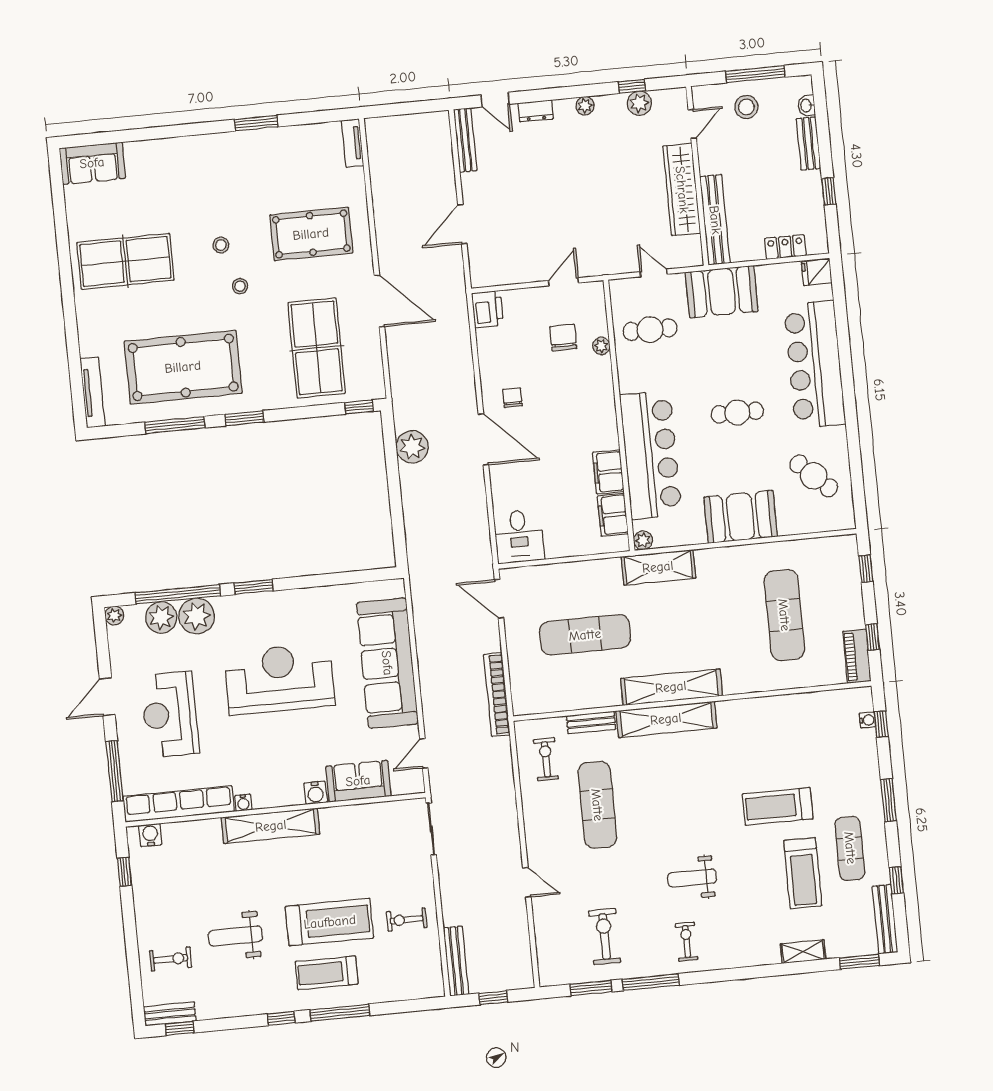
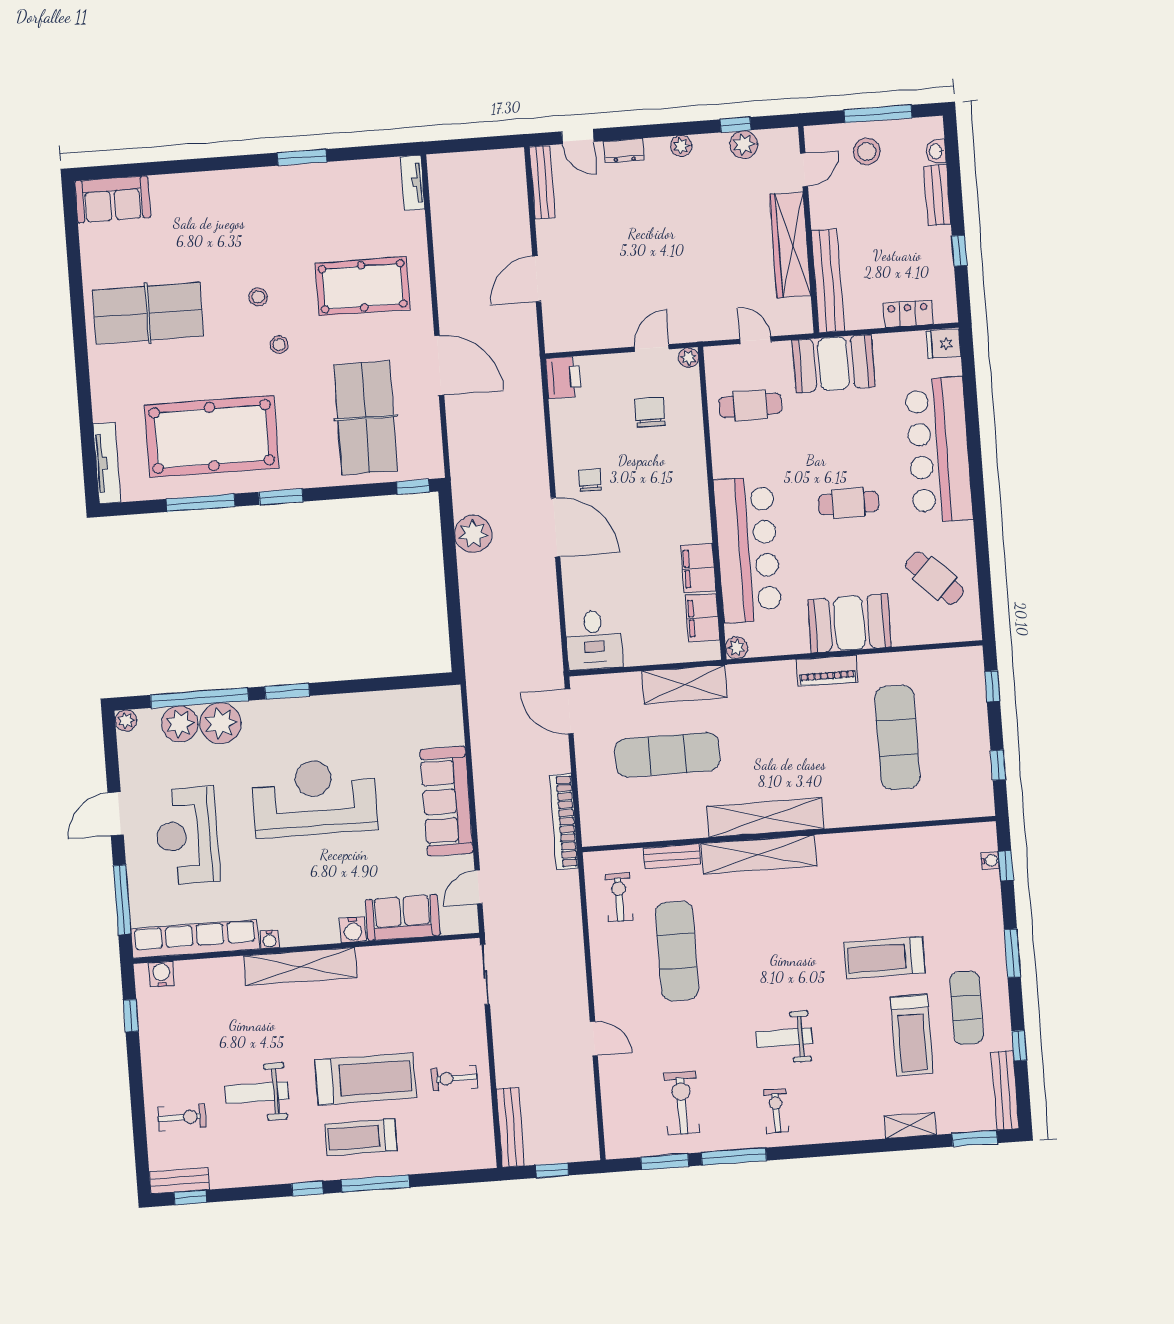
plant: (601, 346) -> (689, 358), moved
shelving: (658, 567) -> (684, 684), moved
piano: (857, 656) -> (827, 671), moved, turned -90
sofa: (387, 663) -> (447, 801), width x0.74, depth x0.79

